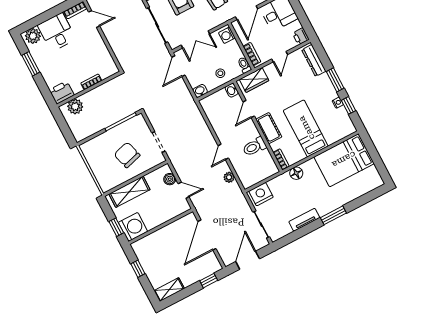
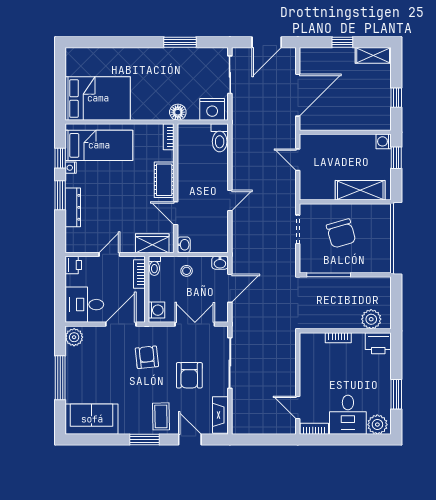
dresser: (314, 60) -> (73, 207), moved
door: (178, 66) -> (230, 288), moved
door: (249, 109) -> (176, 213), swing flipped
bed: (306, 128) -> (99, 145), moved, turned -90
toilet: (254, 147) -> (220, 138), moved, turned 90
door: (223, 152) -> (230, 200), moved
floor lamp: (296, 173) -> (178, 112), moved
plant: (229, 177) -> (238, 147), removed
boiler: (170, 179) -> (307, 181), removed
window: (333, 215) -> (180, 42), moved
tv unit: (304, 220) -> (178, 55), removed
washing machine: (133, 227) -> (384, 141), width x0.53, depth x0.53
window: (209, 281) -> (342, 42), moved

